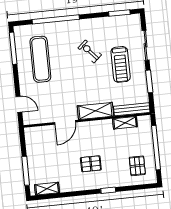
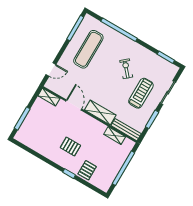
treadmill: (121, 64) -> (141, 93), turned 180
door: (19, 104) -> (51, 69), hinge flipped
door: (65, 122) -> (74, 105), swing flipped
pallet: (137, 166) -> (87, 170), moved
shelving: (47, 189) -> (49, 97), moved

